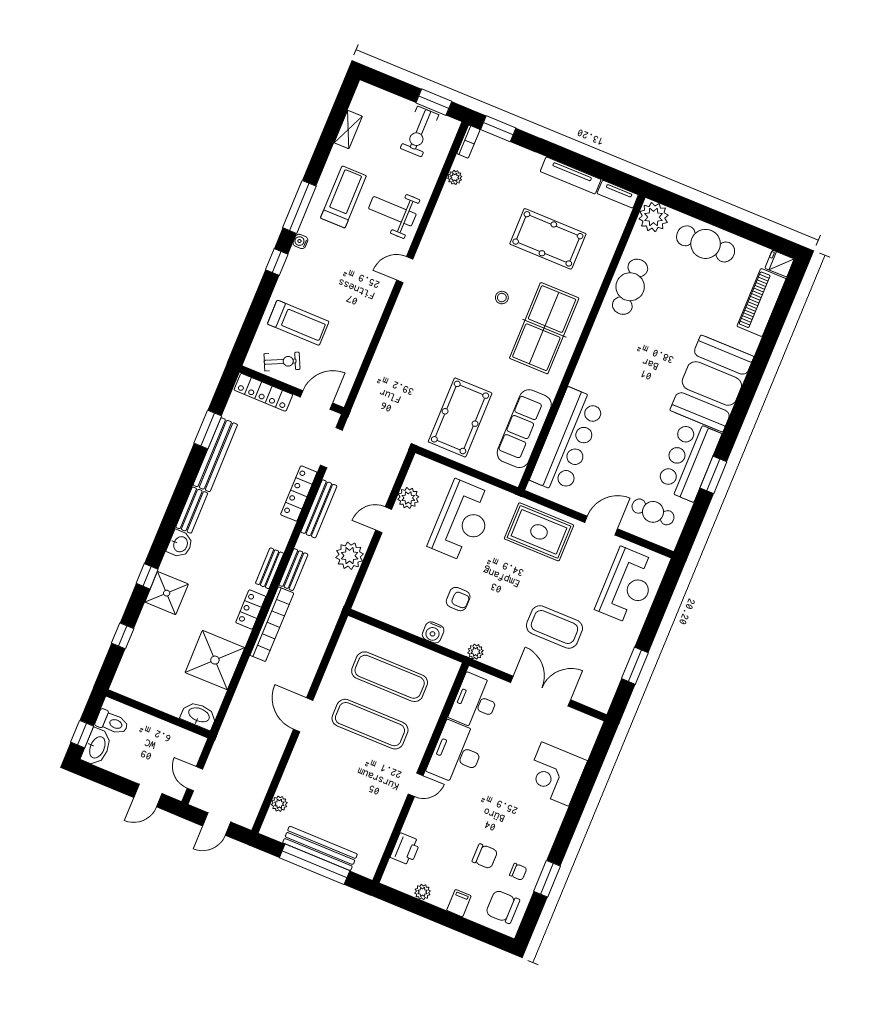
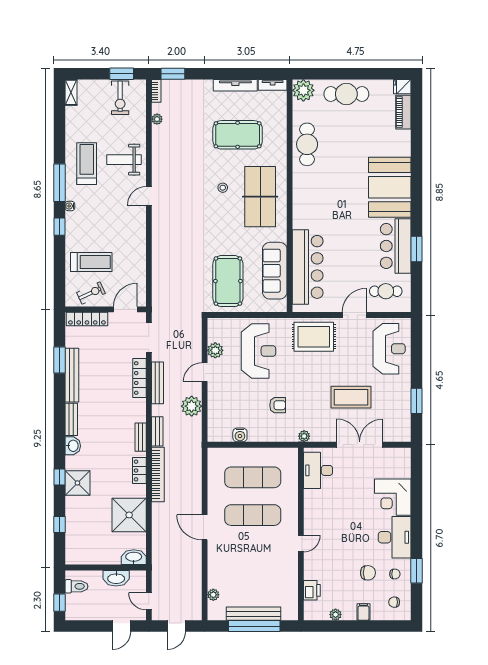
shelving: (348, 130) -> (71, 92), moved
piano: (761, 303) -> (403, 112), width x0.73, depth x0.75
water cooler: (433, 632) -> (240, 435), moved
washbasin: (97, 747) -> (116, 578), moved, turned 90
desk: (457, 753) -> (395, 537), moved, turned 180
chair: (503, 907) -> (394, 602), width x0.54, depth x0.54

